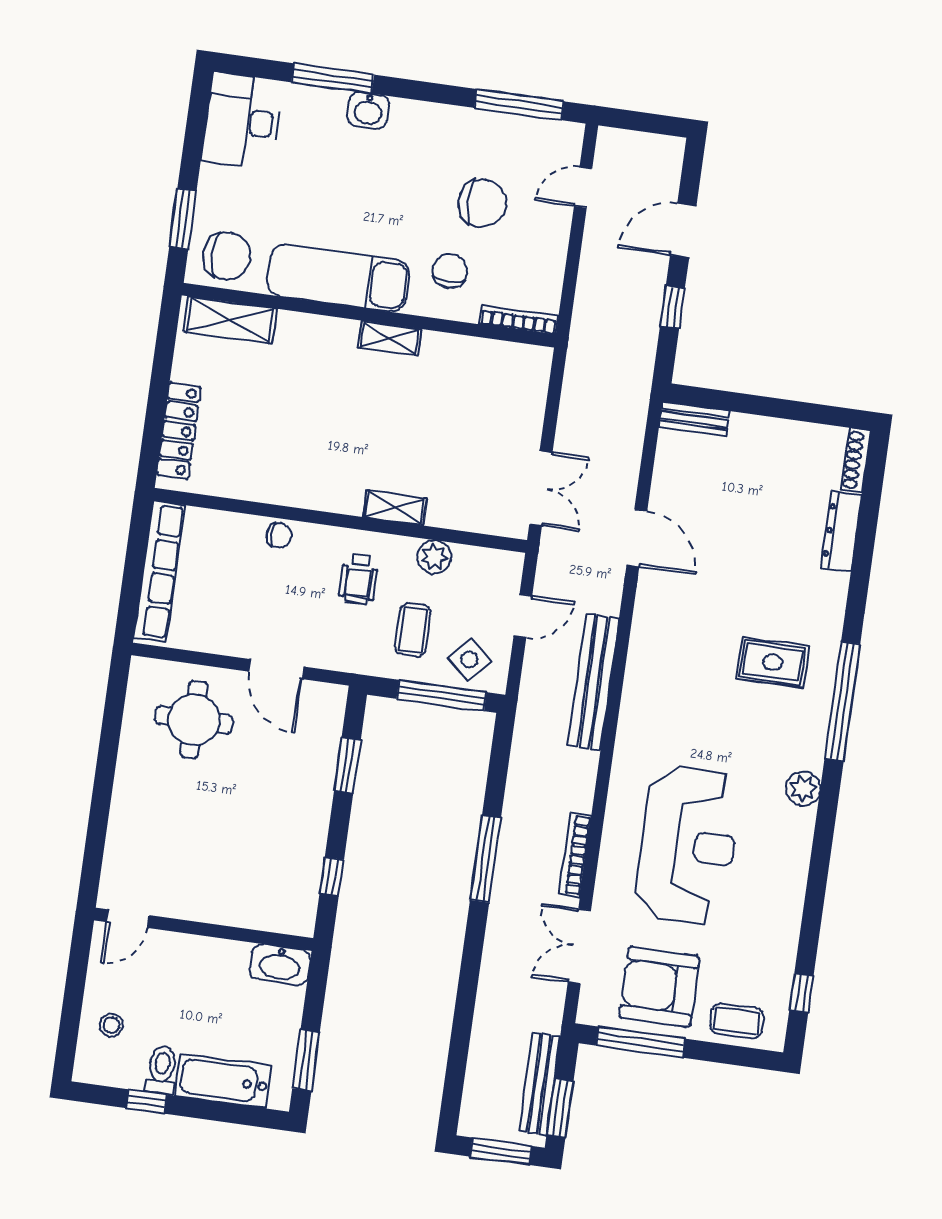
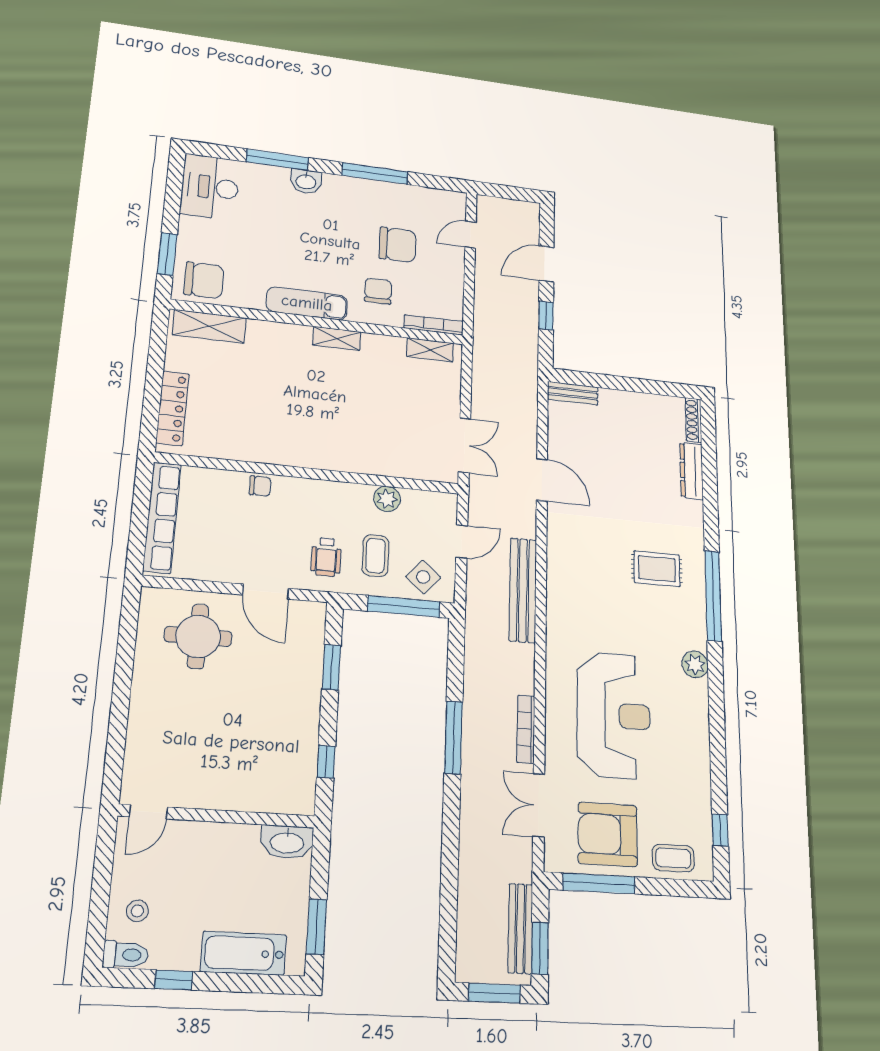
window: (519, 105) -> (375, 173), moved
exam couch: (338, 278) -> (307, 303), width x0.73, depth x0.69
shelving: (395, 508) -> (430, 350), moved
wheelchair: (359, 579) -> (326, 557), moved
toilet: (162, 1070) -> (126, 955), moved, turned 90

